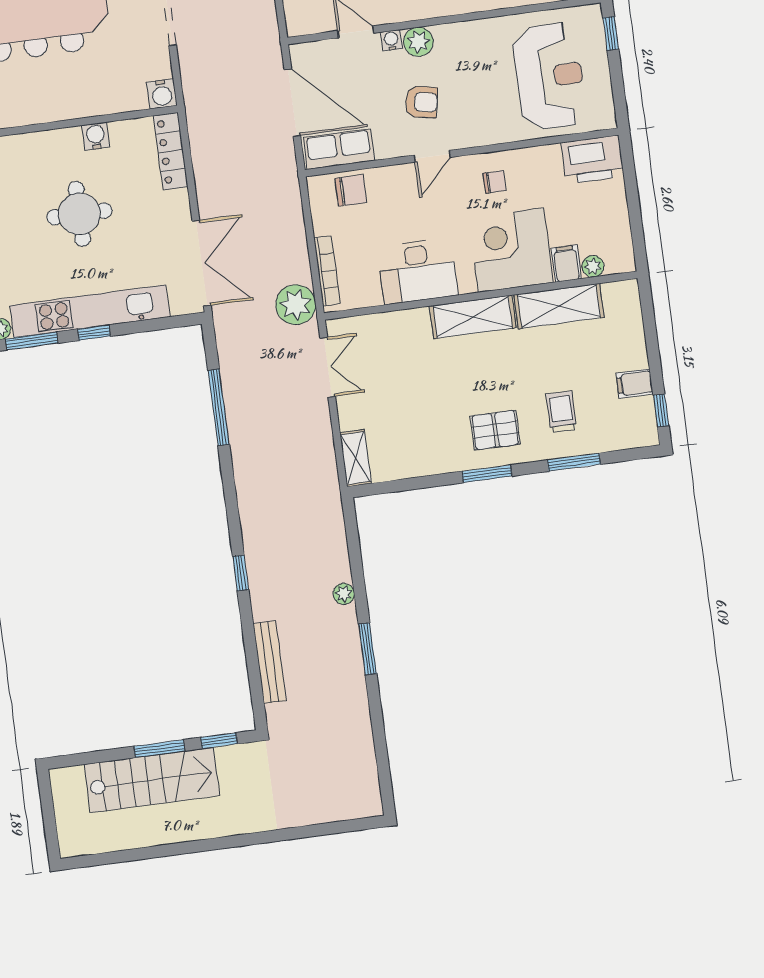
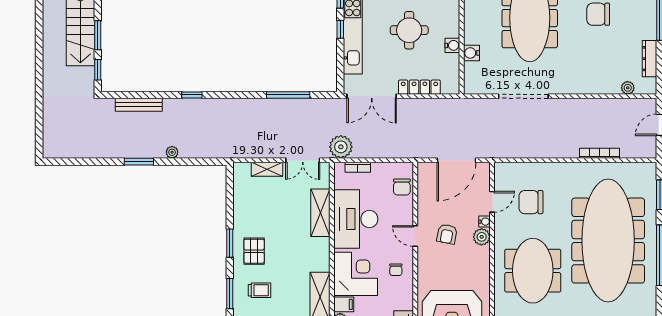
water cooler: (162, 94) -> (471, 53), moved
row of seats: (339, 149) -> (426, 183), removed
locker: (171, 151) -> (419, 87), moved
bookcase: (327, 271) -> (358, 167), width x0.64
desk: (418, 271) -> (356, 219), width x1.36, depth x1.30
shelving: (473, 317) -> (320, 213), moved
shelving: (356, 458) -> (267, 169), moved

